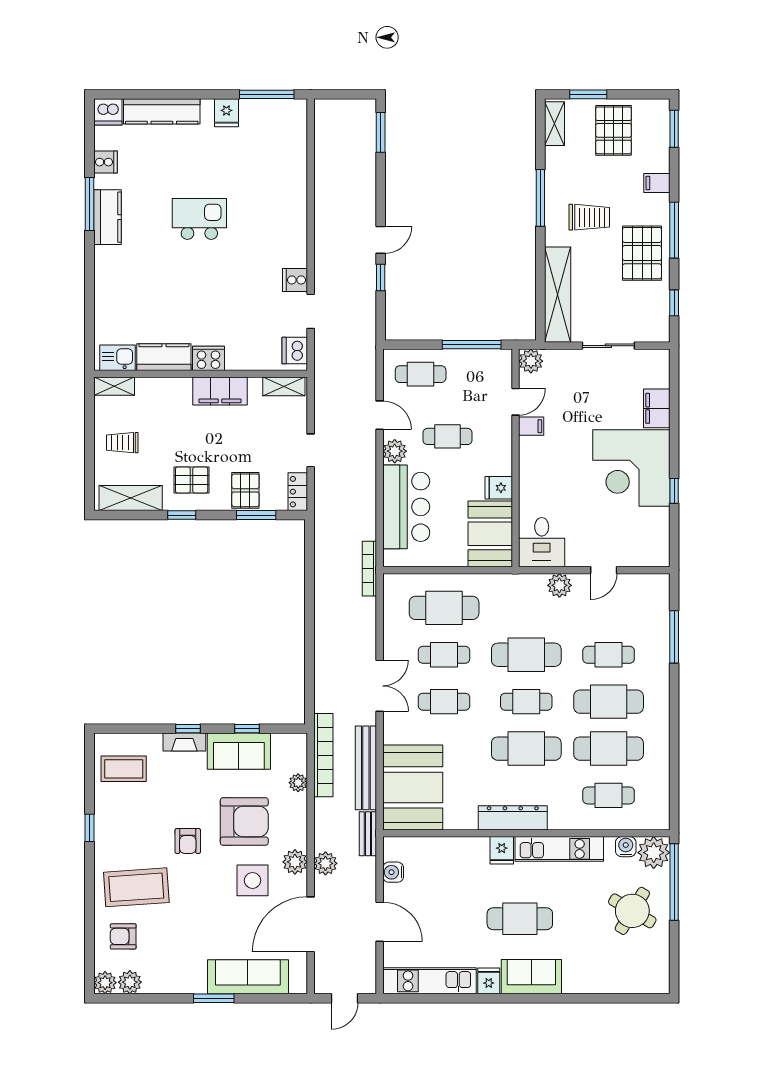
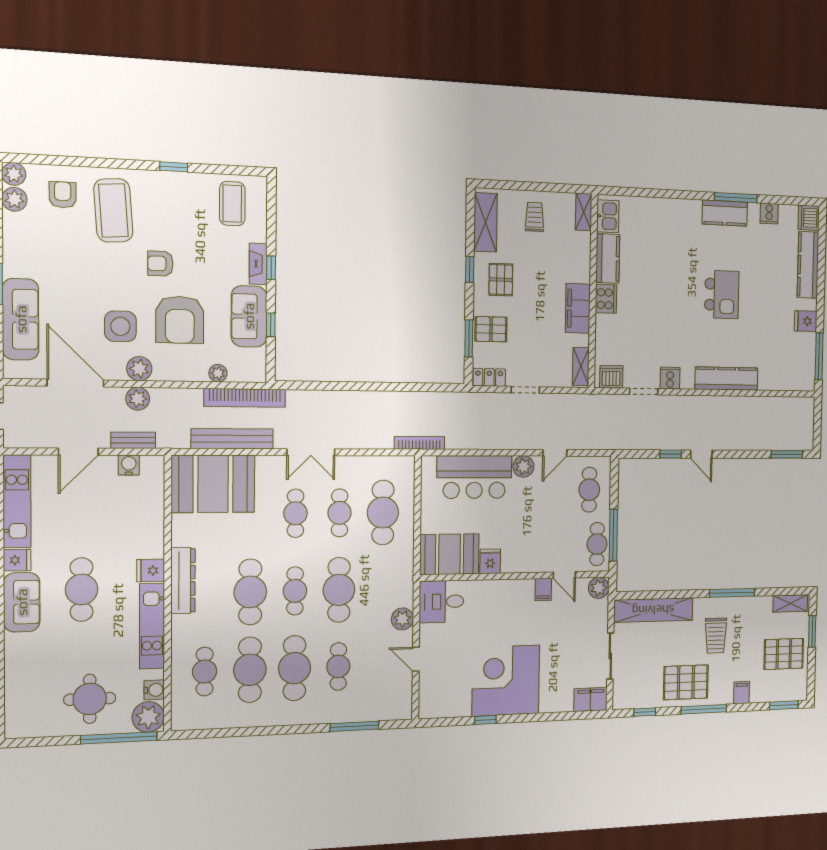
kitchen counter: (294, 211) -> (726, 379), added
filing cabinet: (657, 408) -> (590, 699), moved
cafe table: (448, 436) -> (597, 544), moved
bench: (368, 834) -> (133, 440), moved
round table: (632, 911) -> (90, 699), turned -31

